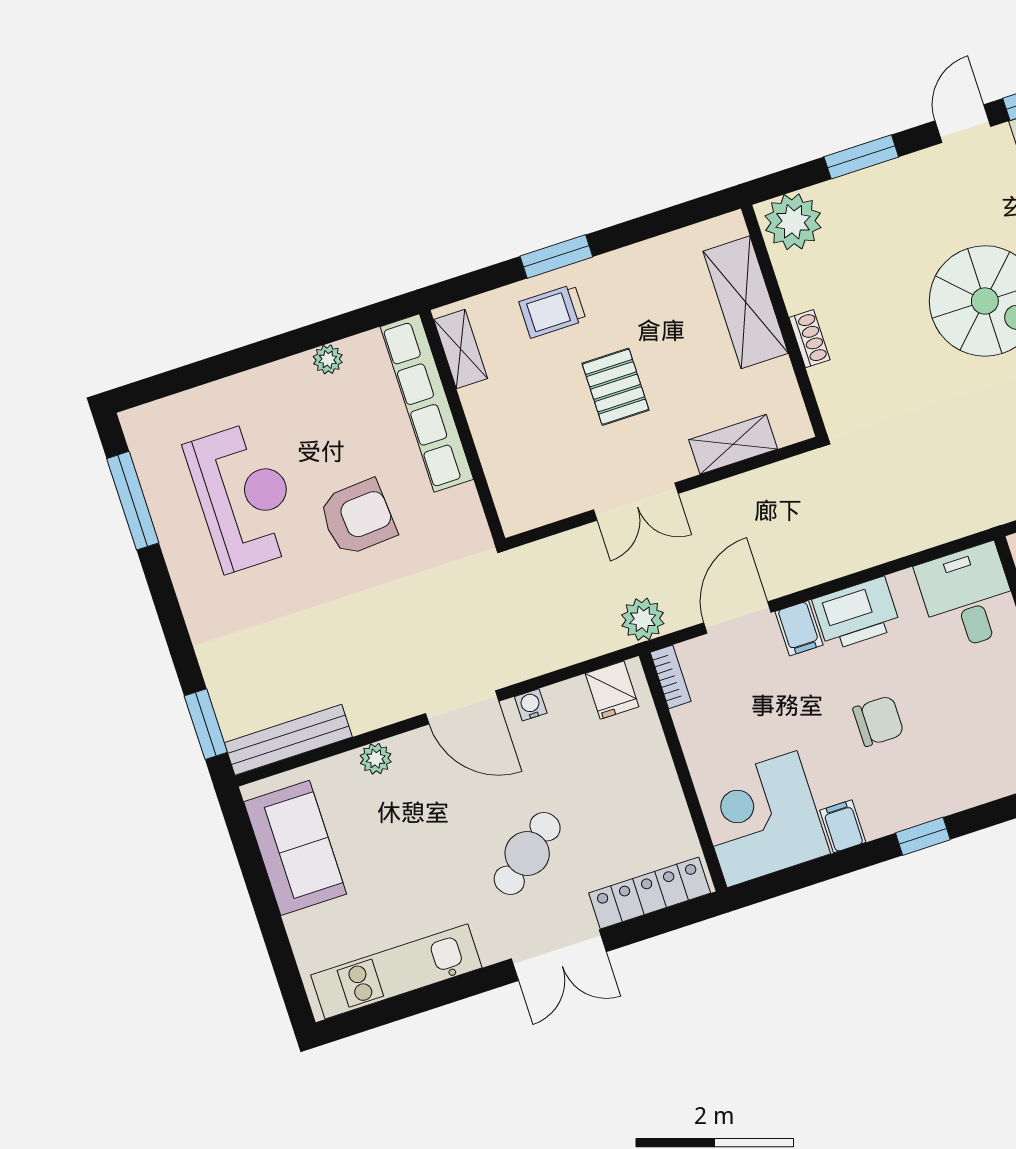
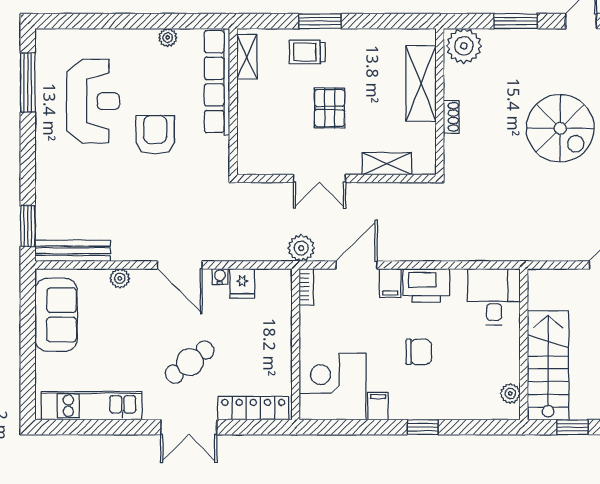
armchair: (358, 517) -> (155, 135), turned -86
fridge: (612, 690) -> (242, 283), moved

